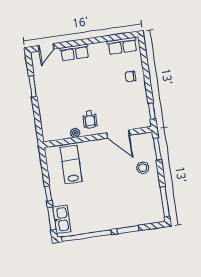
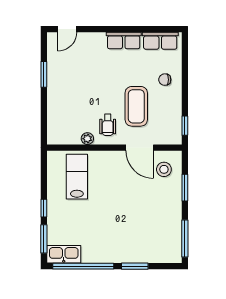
row of seats: (75, 52) -> (124, 40), moved
coffee table: (111, 101) -> (136, 106), added
window: (157, 149) -> (185, 188), moved
stool: (143, 168) -> (164, 169), moved
kitchen sink: (62, 219) -> (64, 254), moved, turned -90

